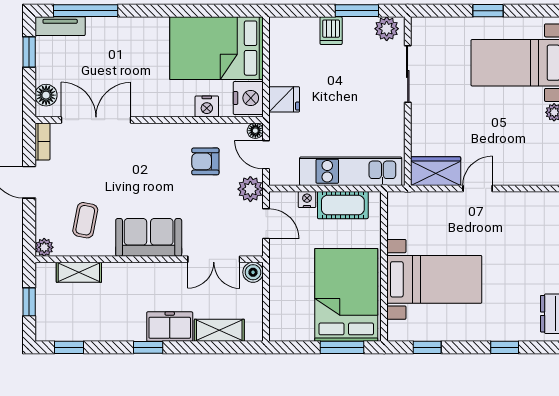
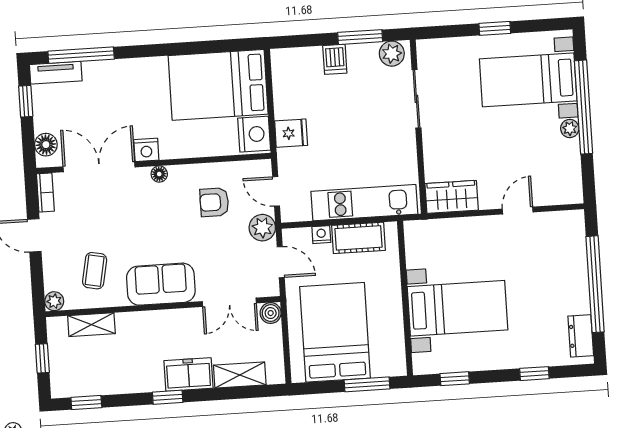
nightstand: (207, 106) -> (146, 150), moved
floor lamp: (255, 131) -> (159, 174), moved
door: (478, 188) -> (518, 211), moved
bed: (346, 295) -> (335, 332), moved

